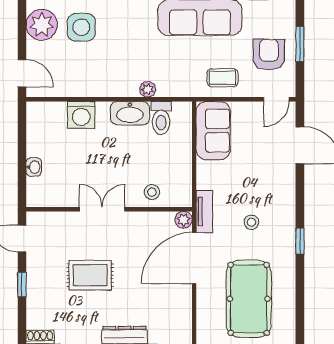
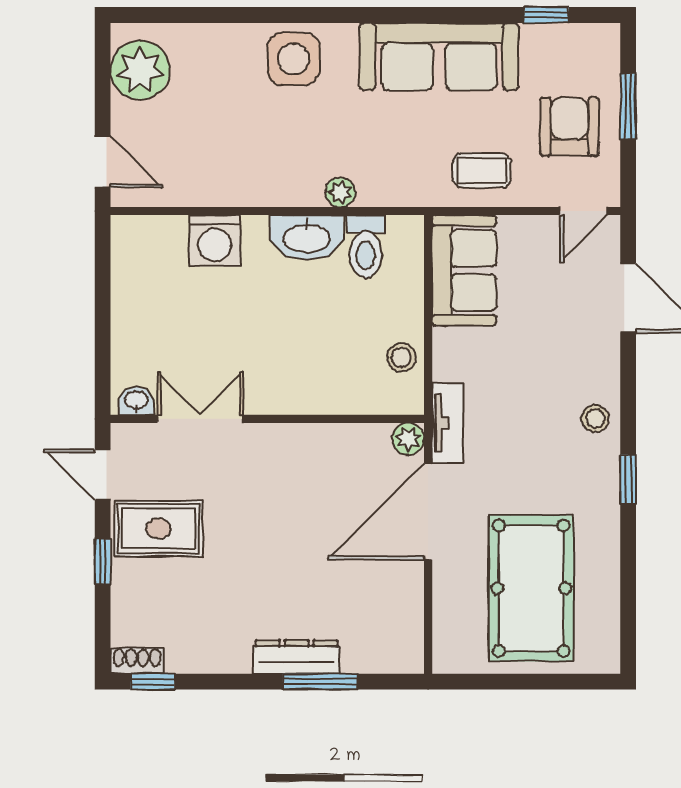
side table: (81, 27) -> (293, 59), moved
washbasin: (34, 167) -> (136, 401), moved, turned -90
stool: (152, 192) -> (401, 357), moved
double door: (102, 209) -> (200, 419), moved
stool: (251, 222) -> (595, 418), moved
rug: (90, 275) -> (158, 528), moved

